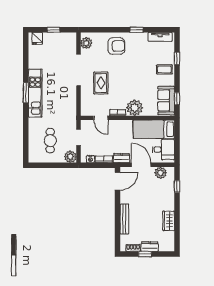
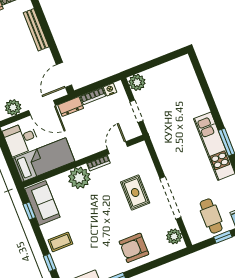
door: (101, 118) -> (118, 148), hinge flipped
cafe table: (50, 141) -> (211, 216), moved

